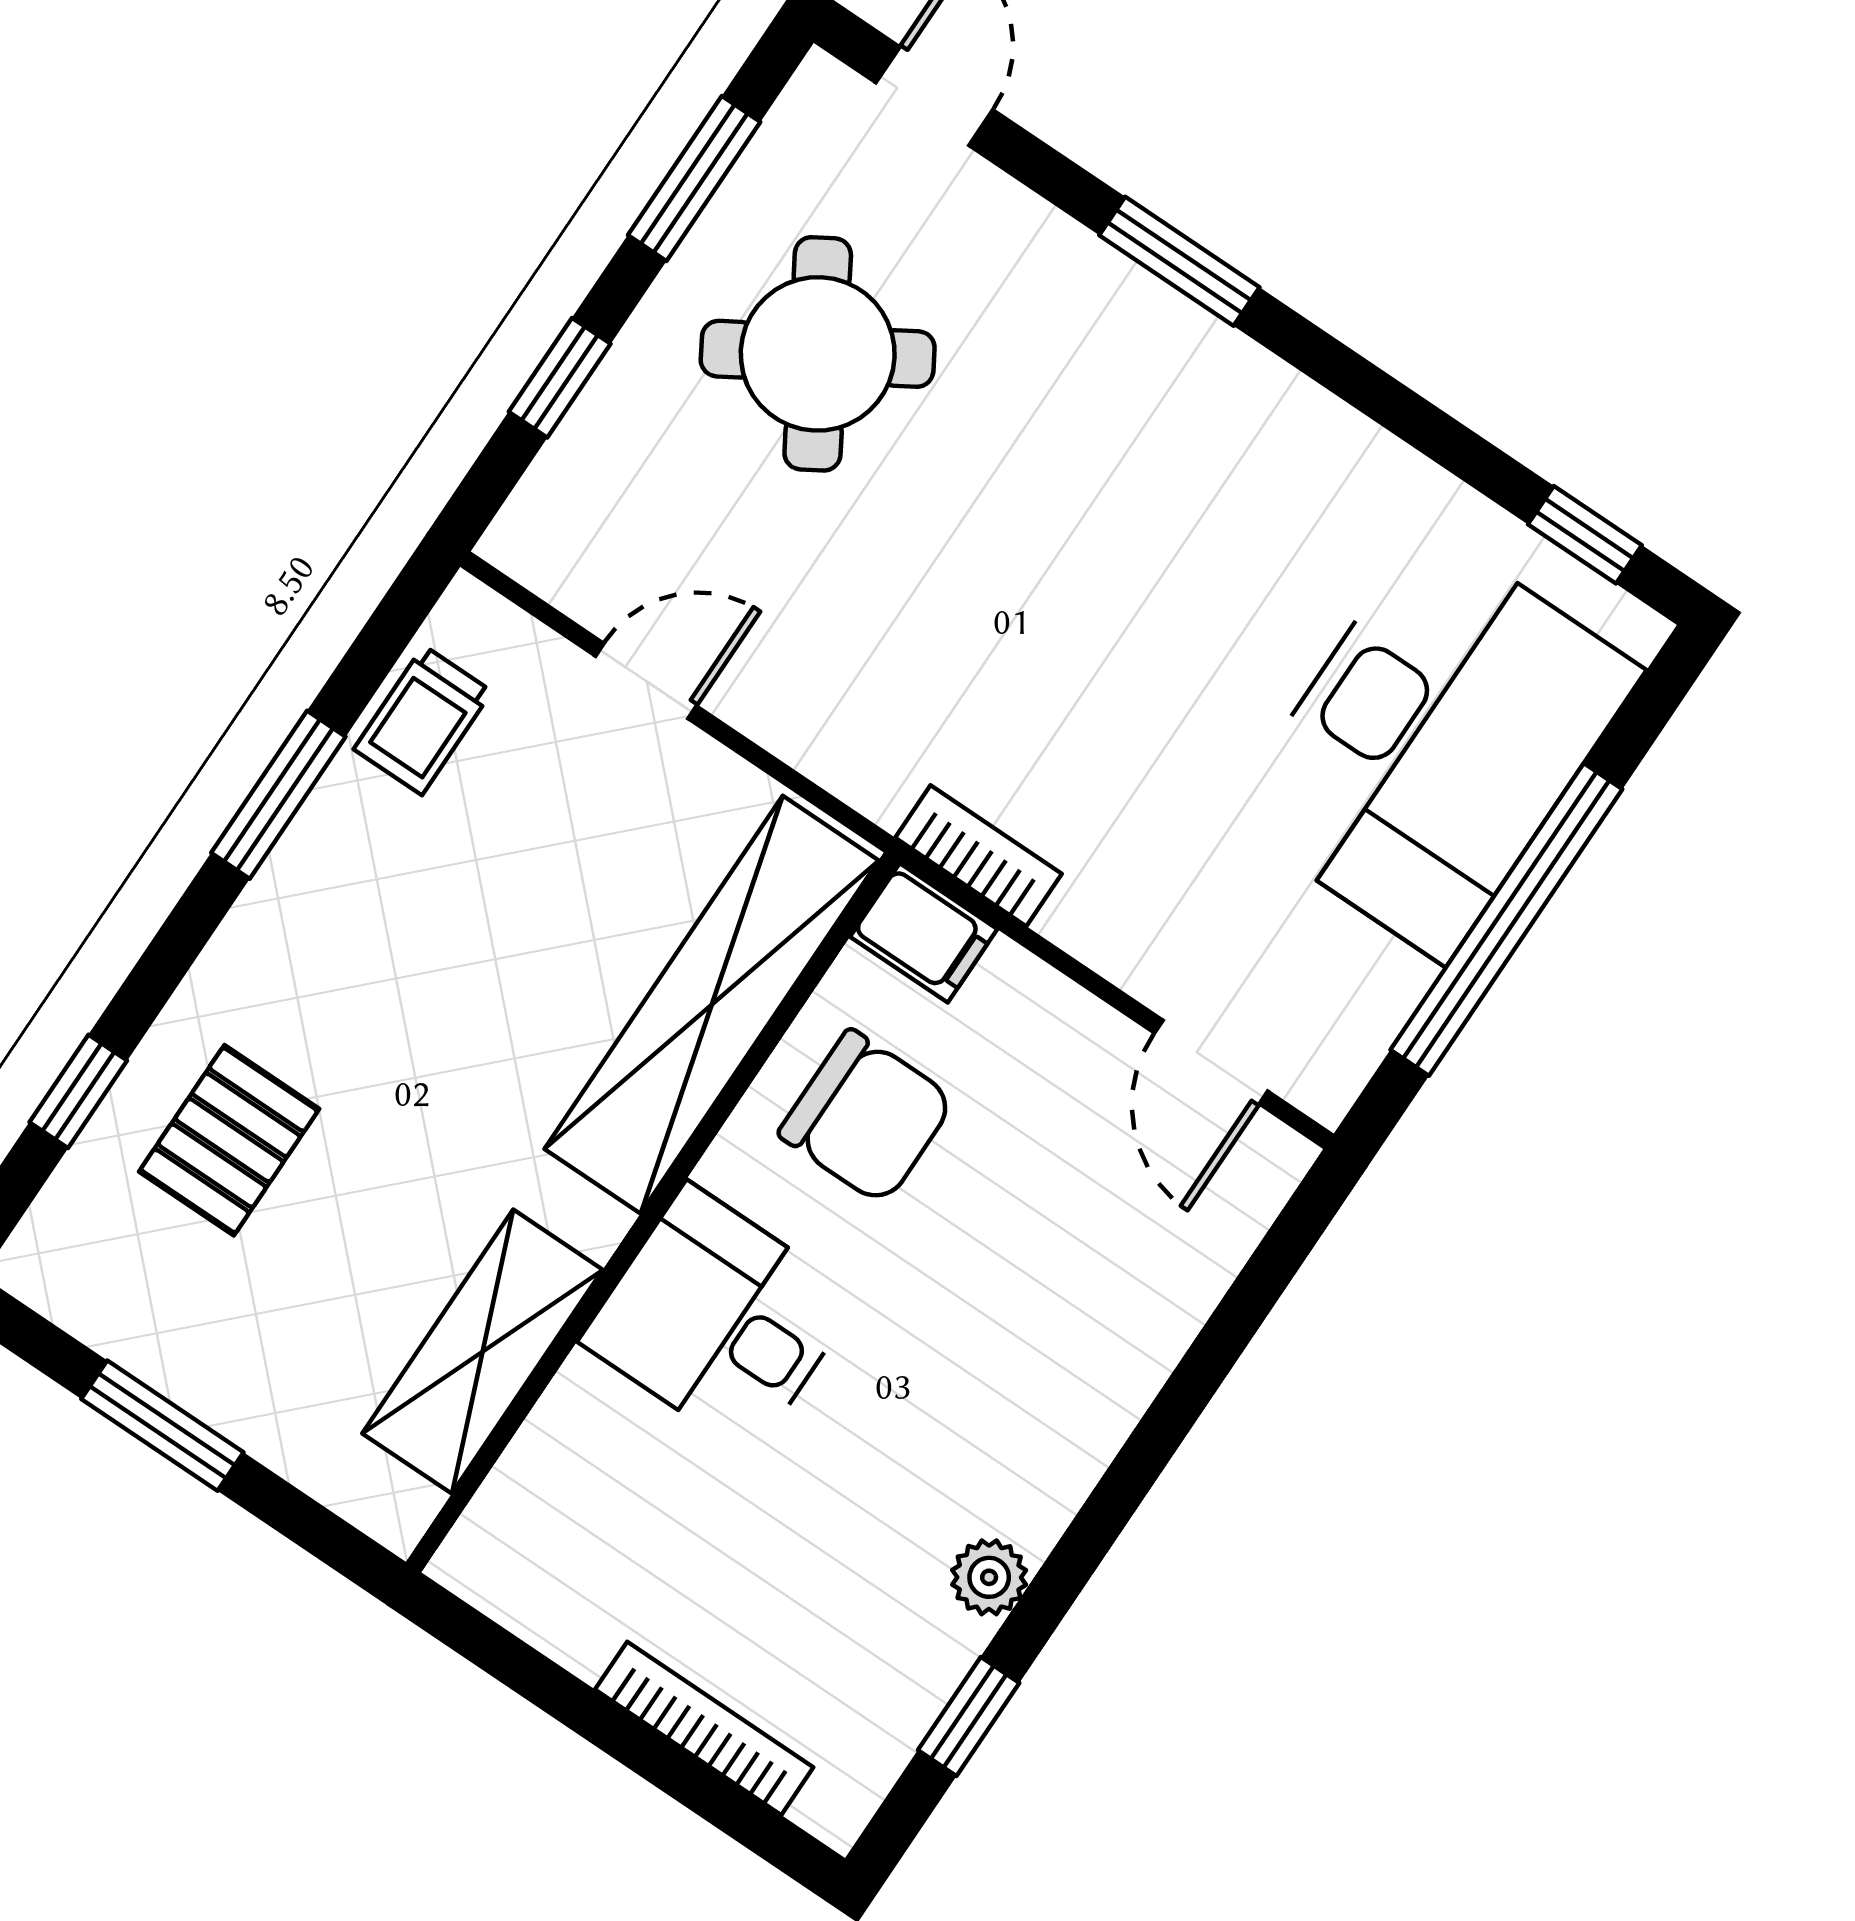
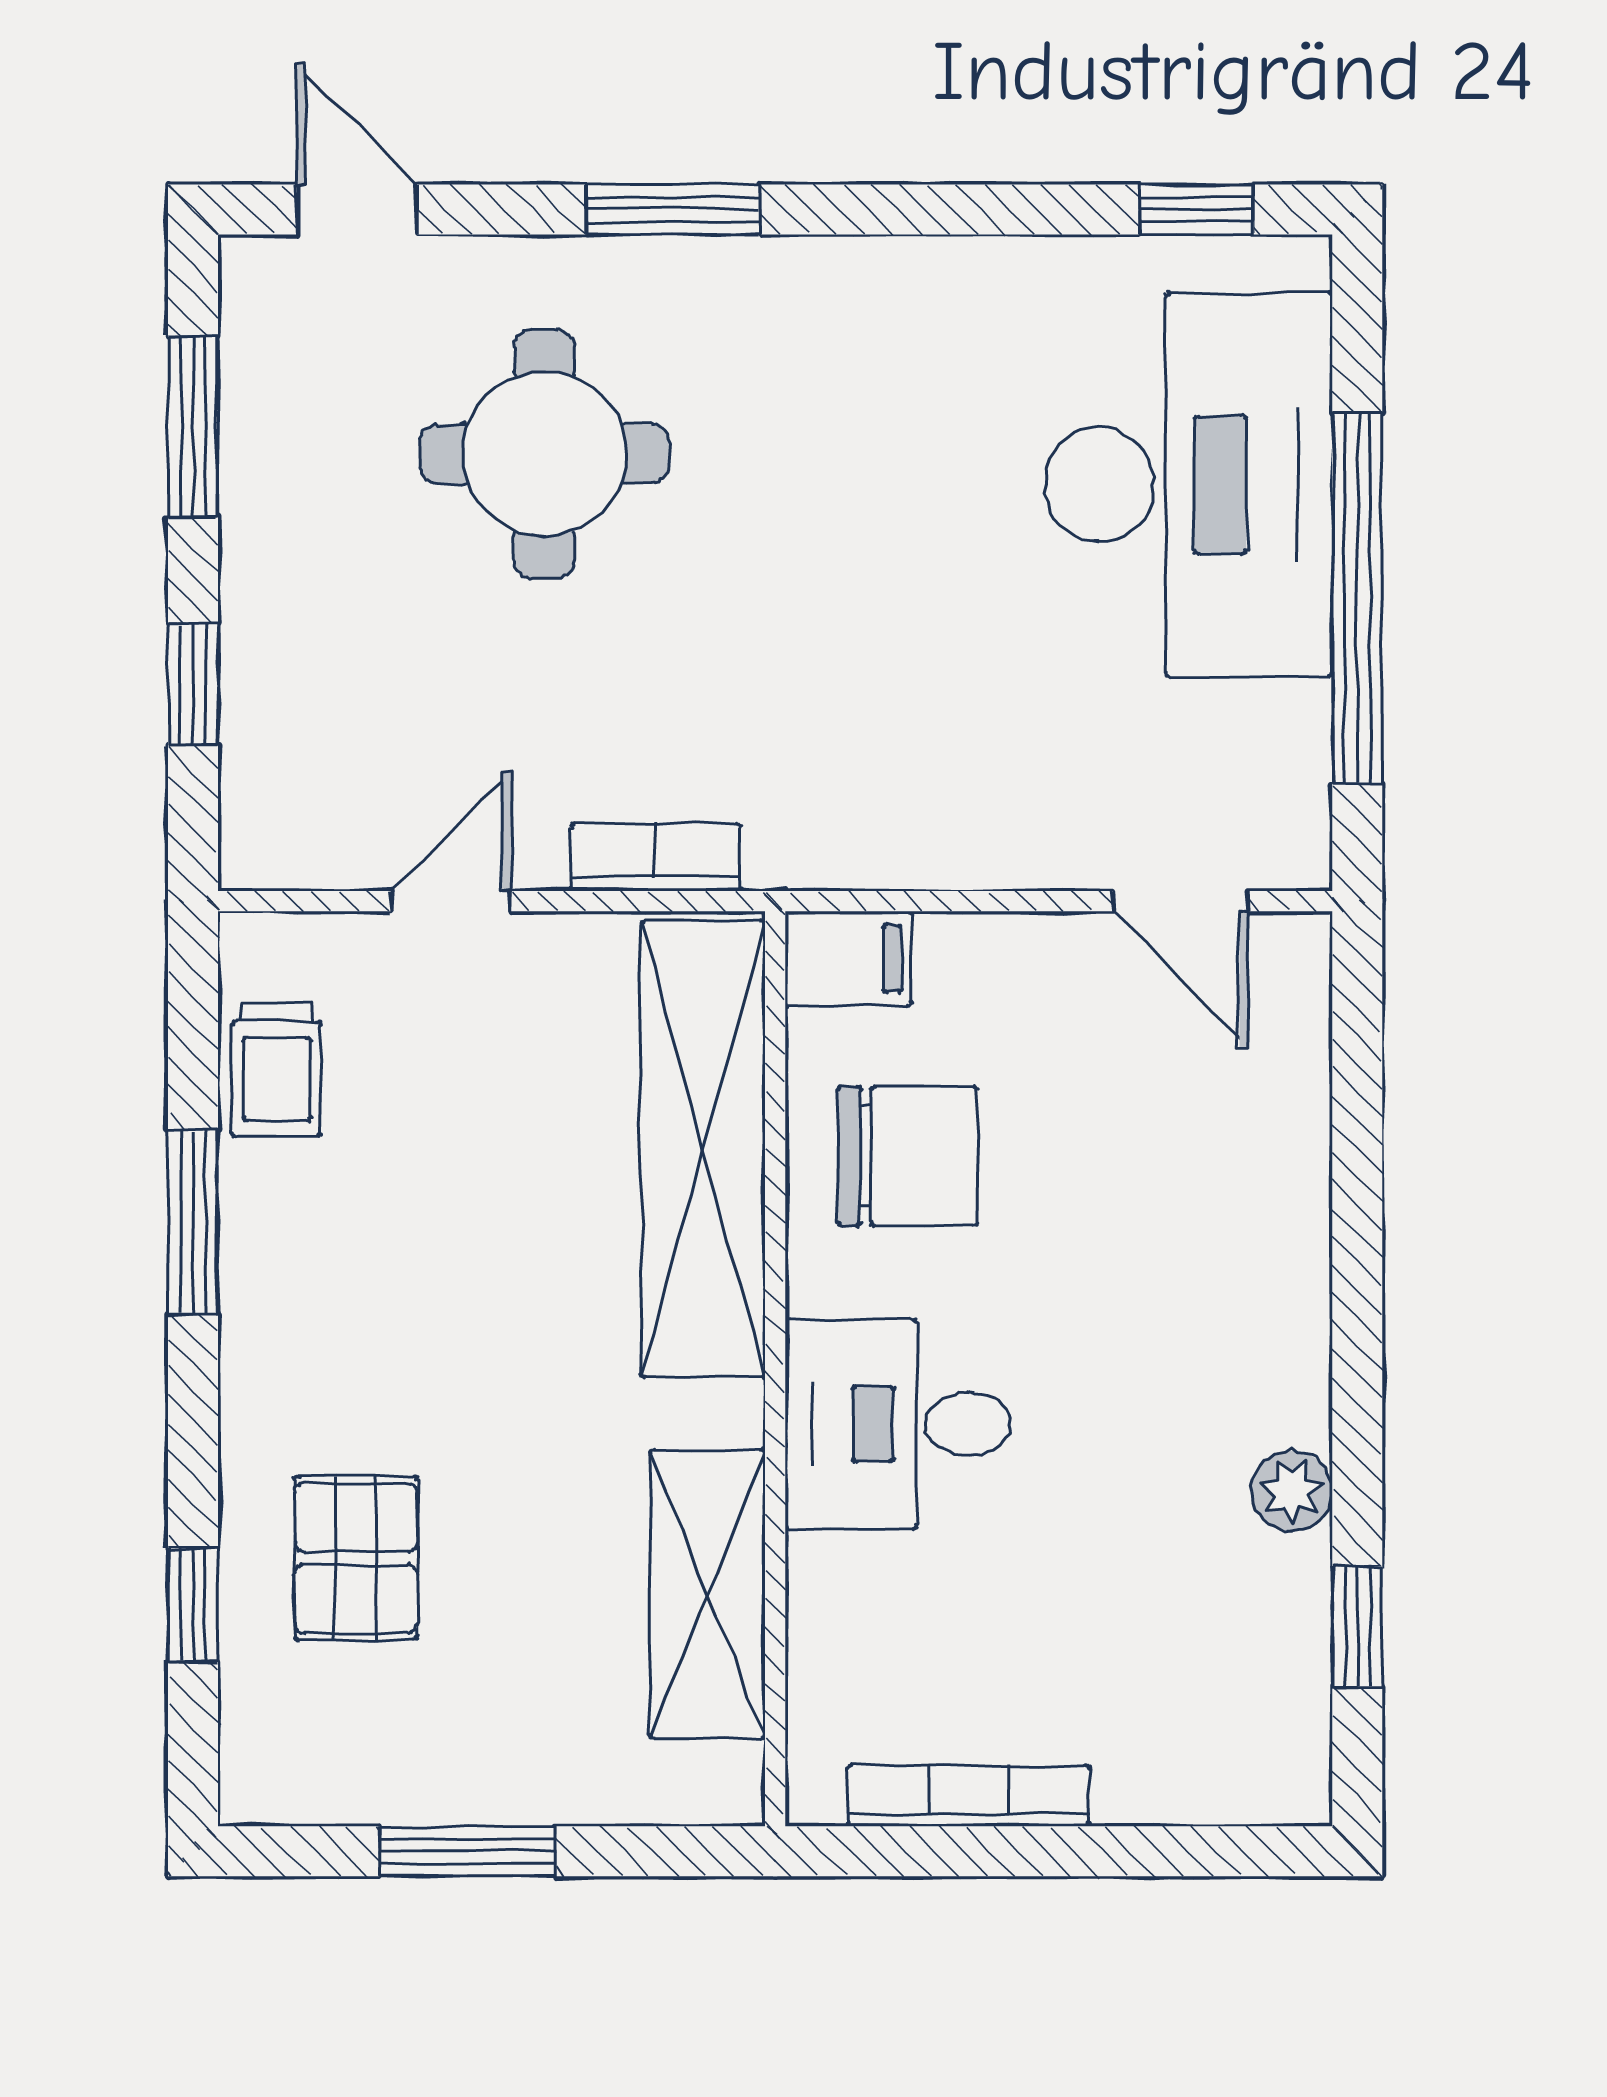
round table: (818, 354) -> (544, 454), moved, turned 31
bookcase: (978, 856) -> (656, 857), moved
bookcase: (704, 1728) -> (968, 1796), moved

